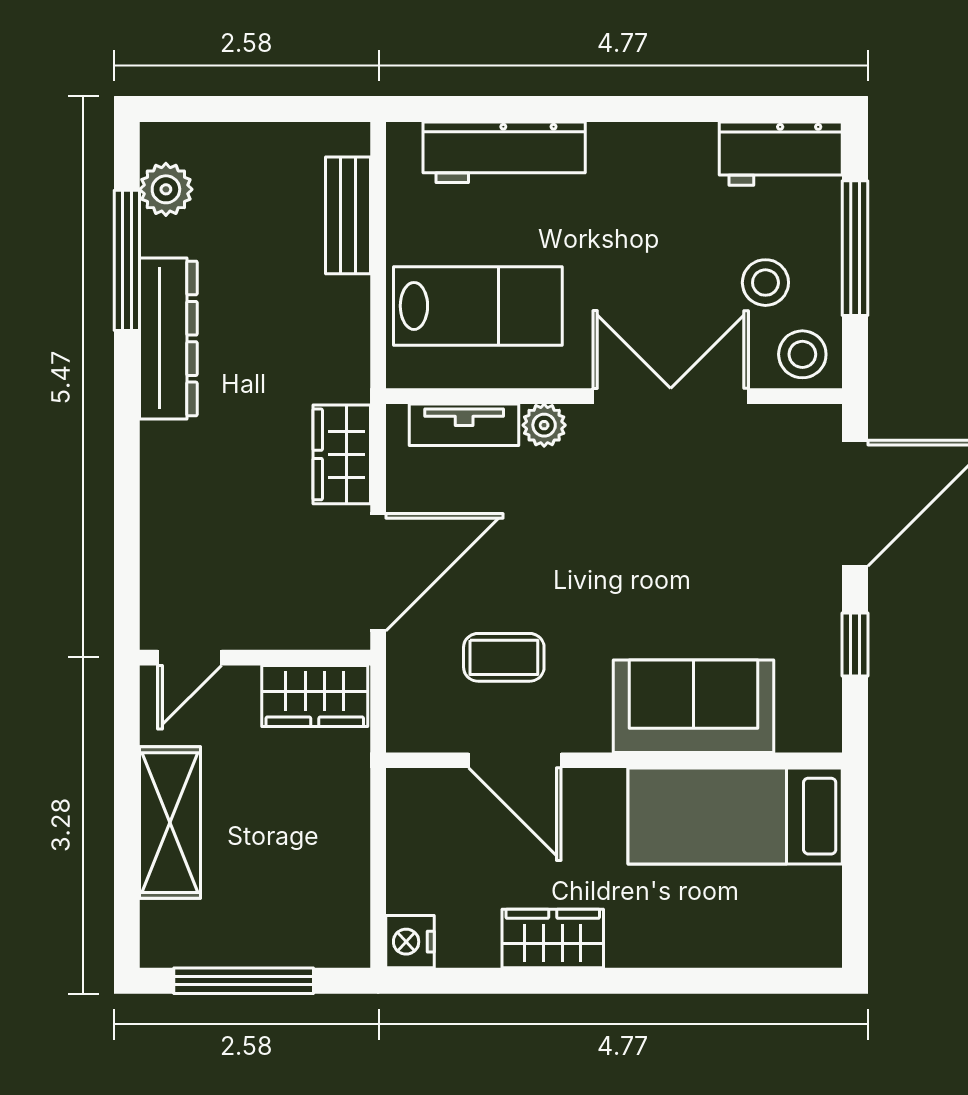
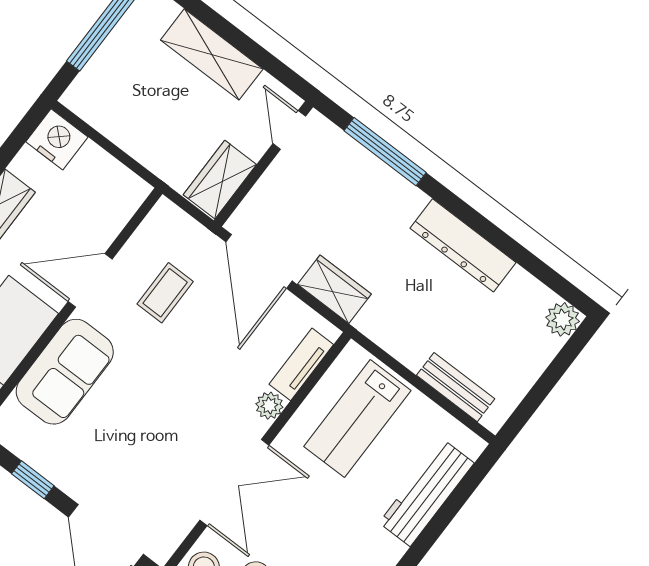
plant: (166, 189) -> (563, 319), moved
window: (127, 260) -> (385, 152), moved
door: (515, 760) -> (90, 280), moved
nightstand: (410, 942) -> (57, 139), width x1.36, depth x1.33

